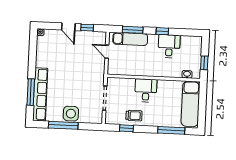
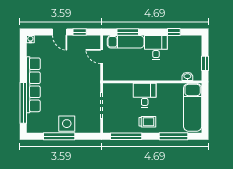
window: (162, 31) -> (174, 32), moved
desk: (169, 46) -> (156, 48), moved
window: (31, 92) -> (23, 103), width x1.46
row of seats: (40, 94) -> (33, 85), moved
trolley: (134, 116) -> (147, 122), moved
window: (126, 128) -> (126, 136), width x2.17

